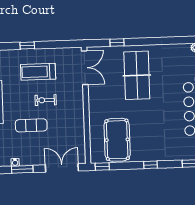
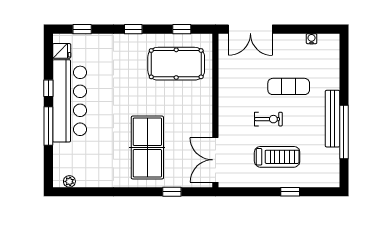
pool table: (117, 140) -> (176, 64), turned 90
window: (102, 166) -> (182, 29), moved
window: (22, 169) -> (302, 29), removed

